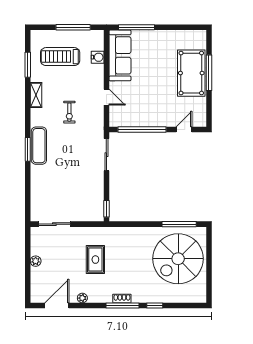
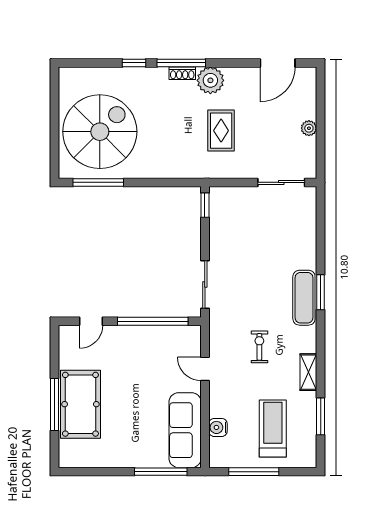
treadmill: (60, 57) -> (273, 428), turned -90
plant: (82, 298) -> (210, 80), moved, width x1.87, depth x1.87

